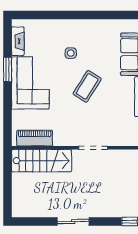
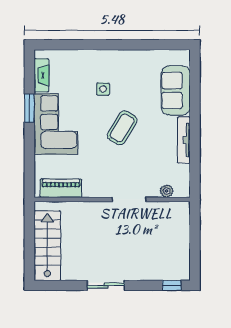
plant: (125, 141) -> (167, 191), added
stairs: (42, 161) -> (47, 246), moved, turned -90

